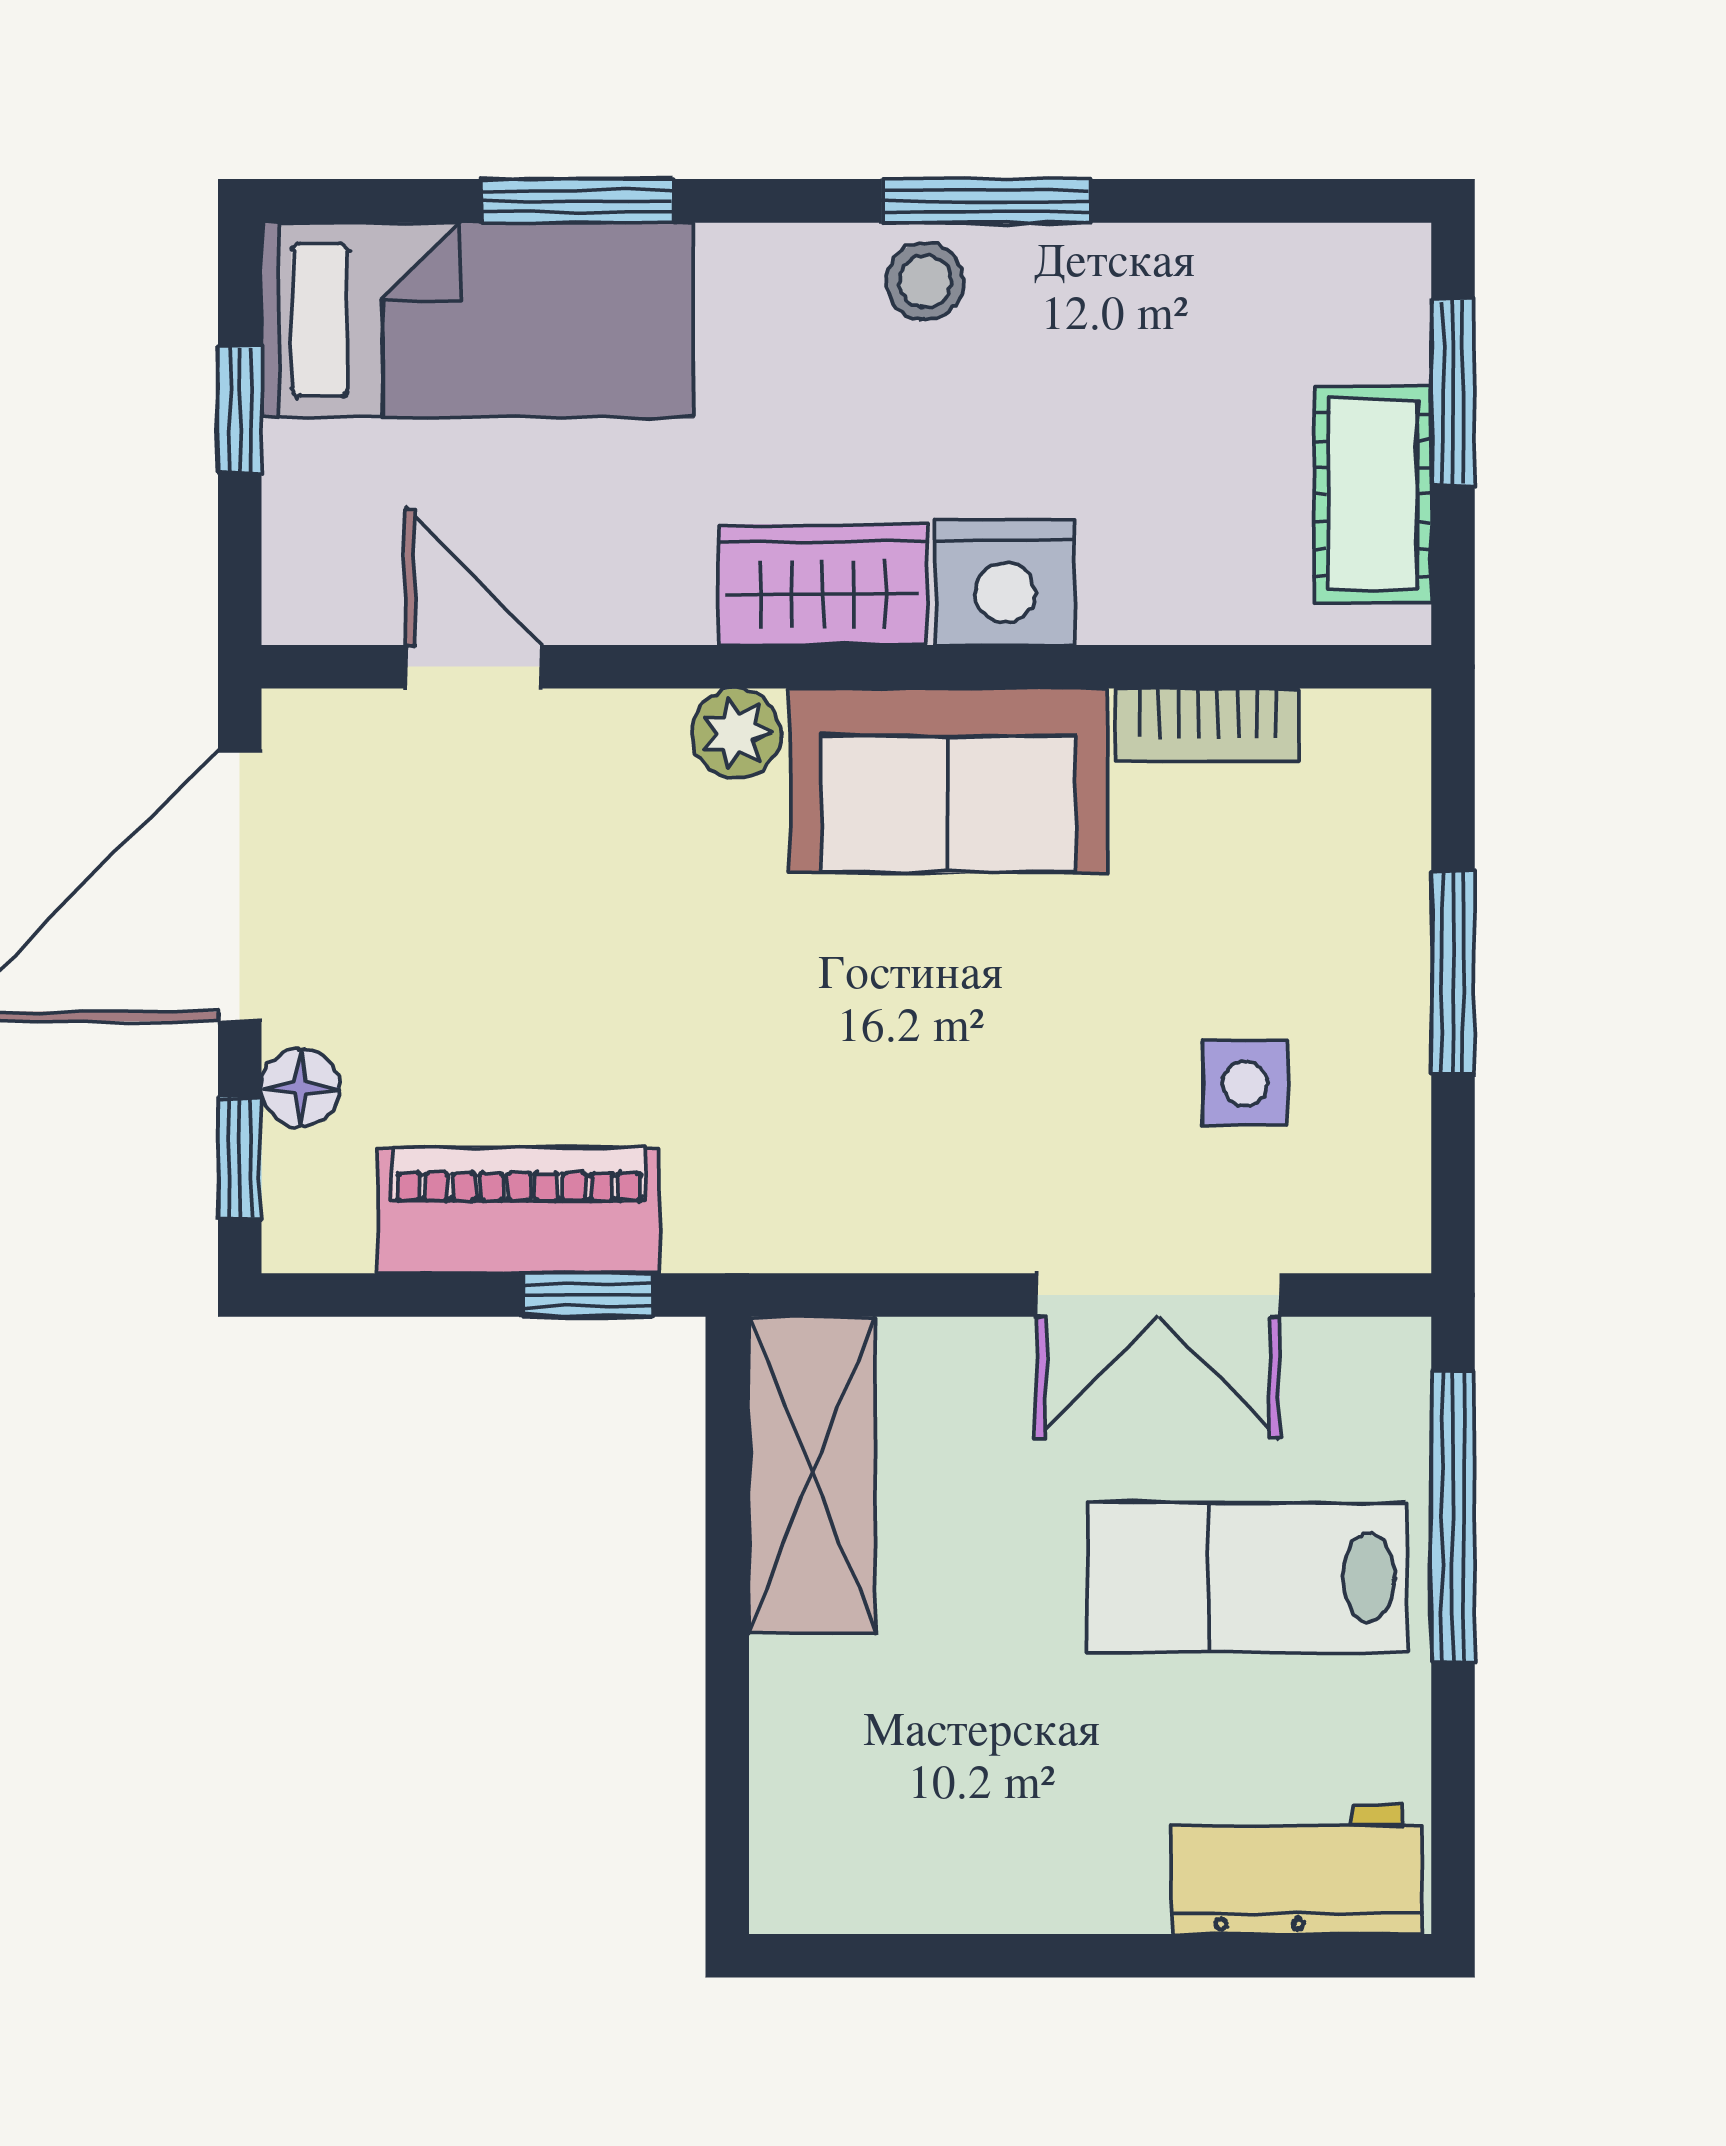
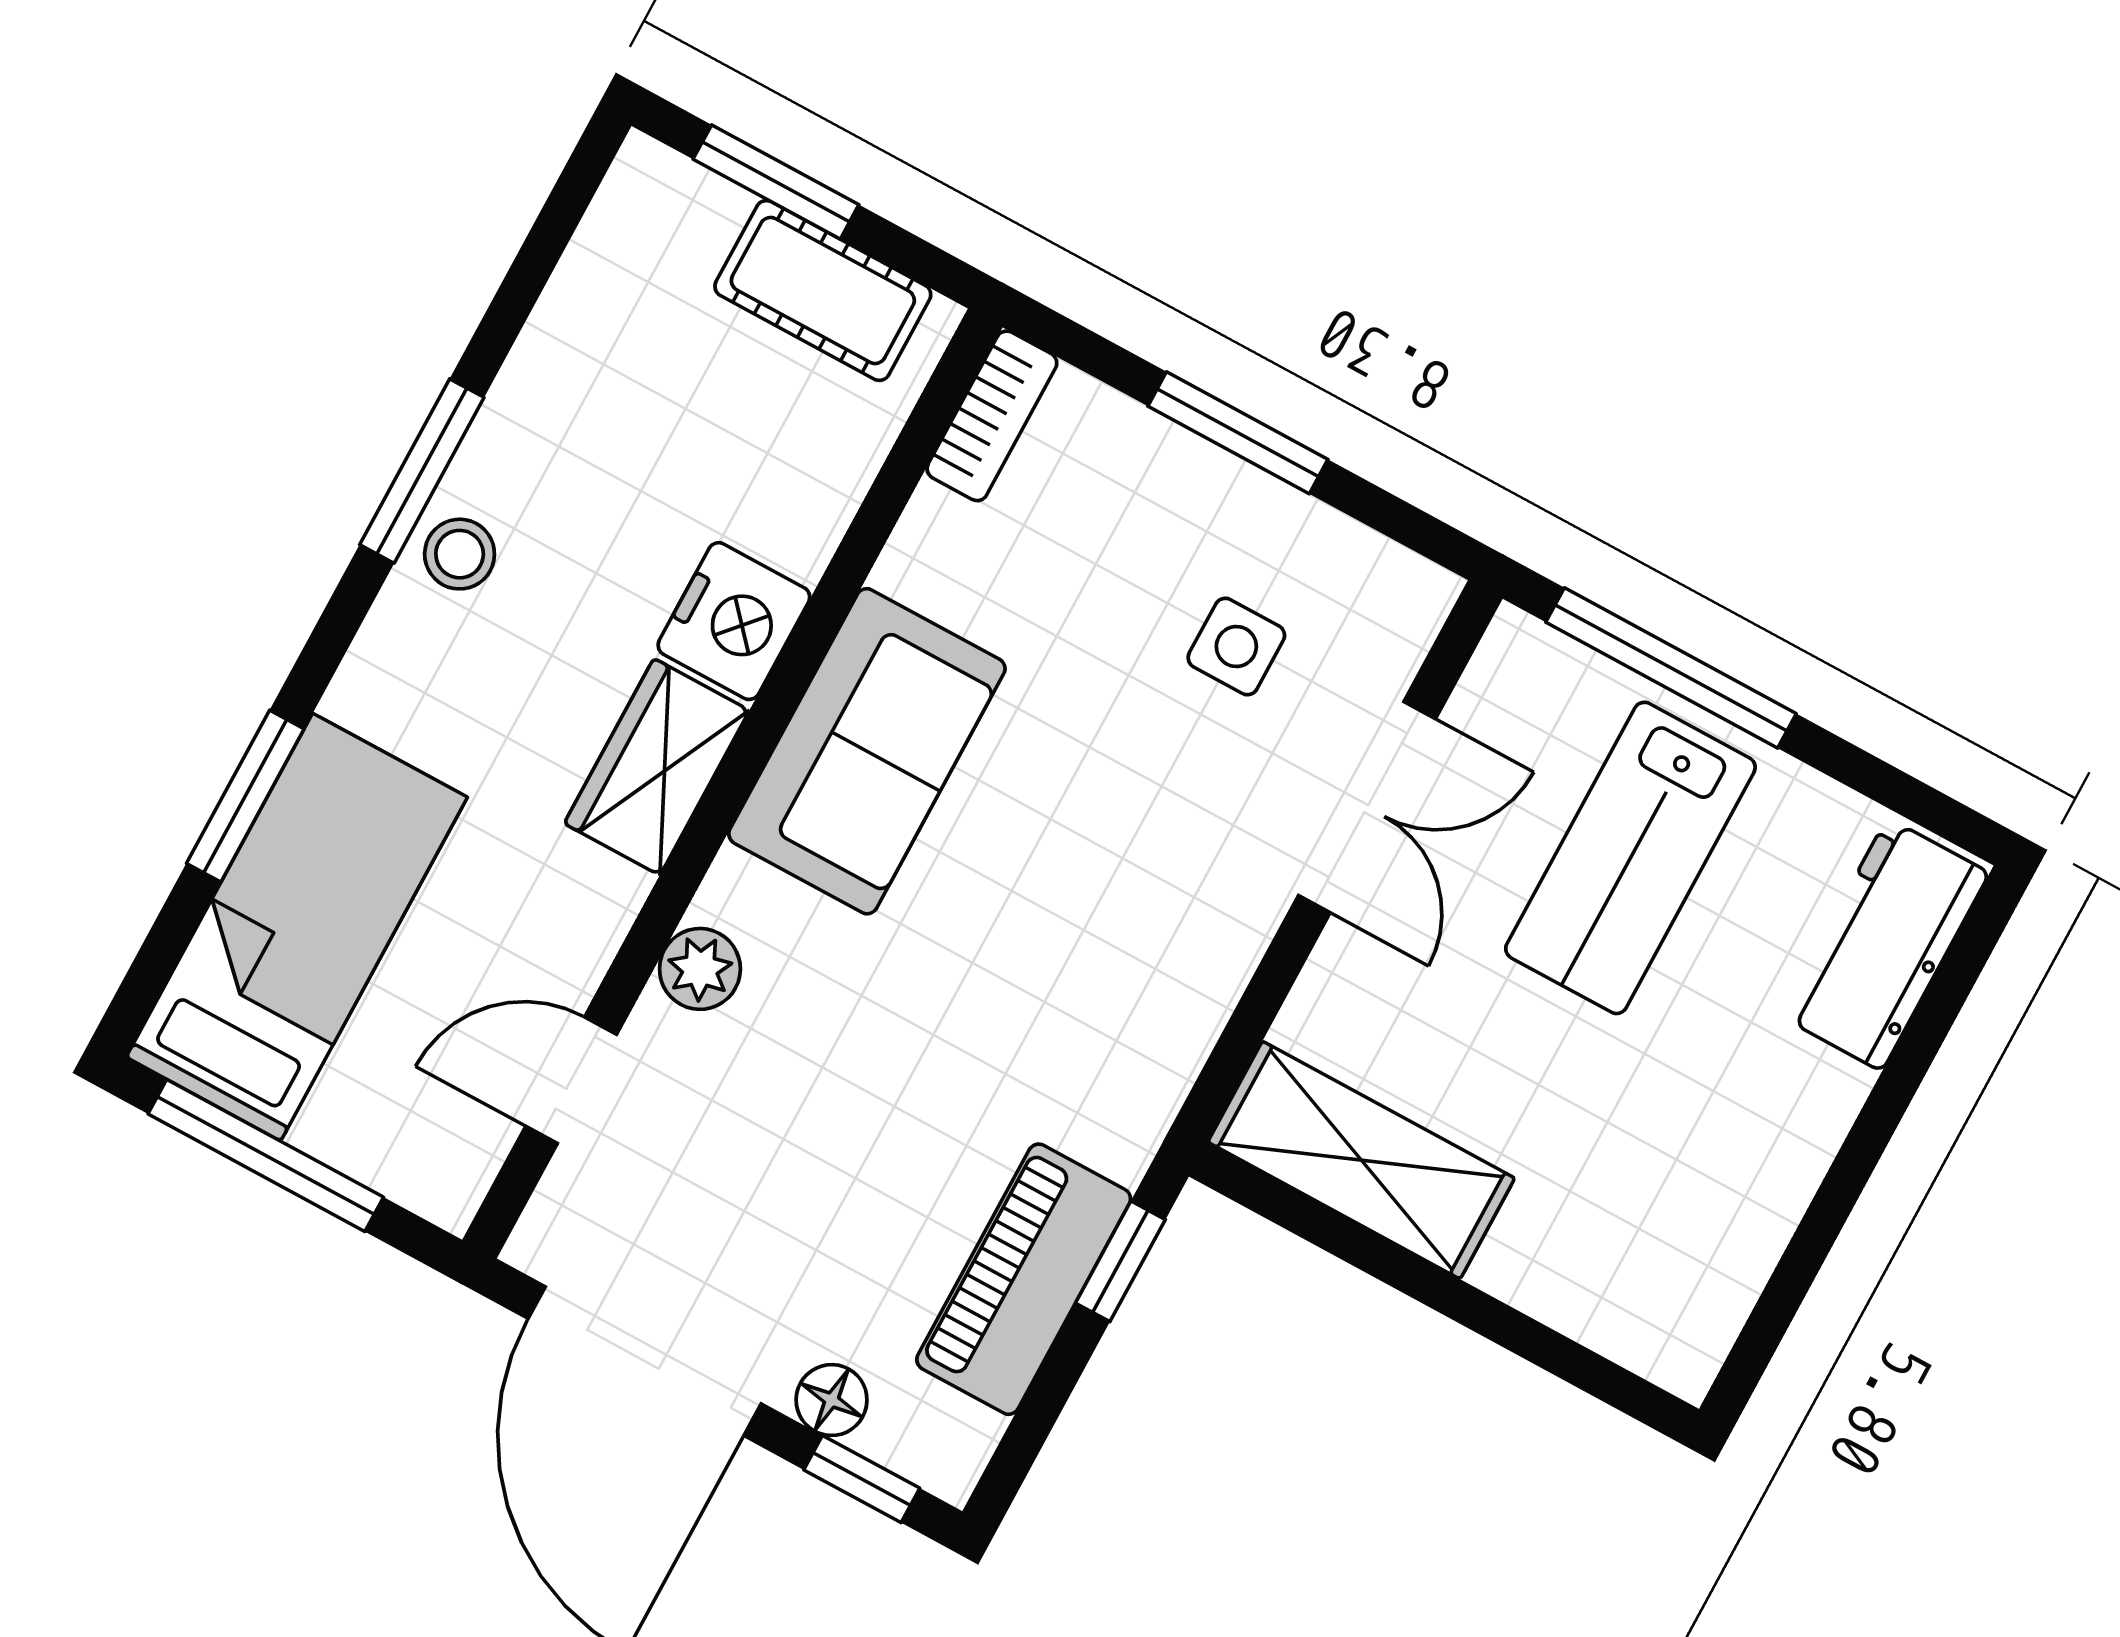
window: (240, 410) -> (266, 1155), width x2.17
bookcase: (1208, 725) -> (992, 416), moved
plant: (736, 733) -> (700, 969), moved

